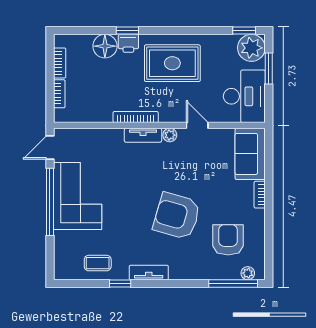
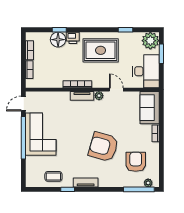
window: (127, 31) -> (59, 30), moved
window: (244, 31) -> (125, 30), moved

